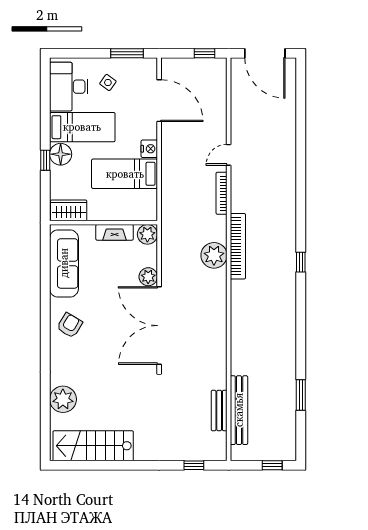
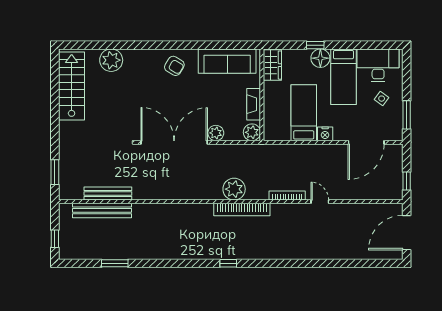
bench: (219, 411) -> (108, 194), width x1.36
window: (194, 465) -> (55, 172), width x1.50

